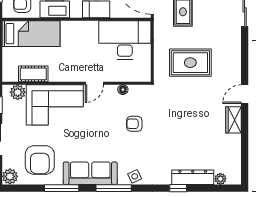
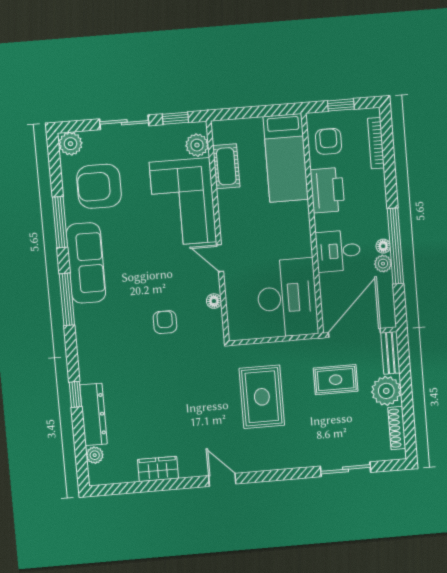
wardrobe: (233, 120) -> (158, 469), moved
side table: (135, 176) -> (87, 329), removed

